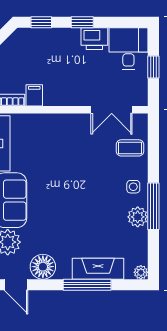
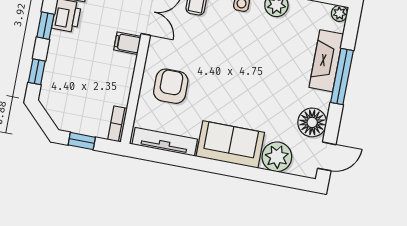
filing cabinet: (34, 95) -> (127, 43), moved
armchair: (51, 140) -> (171, 86), added

